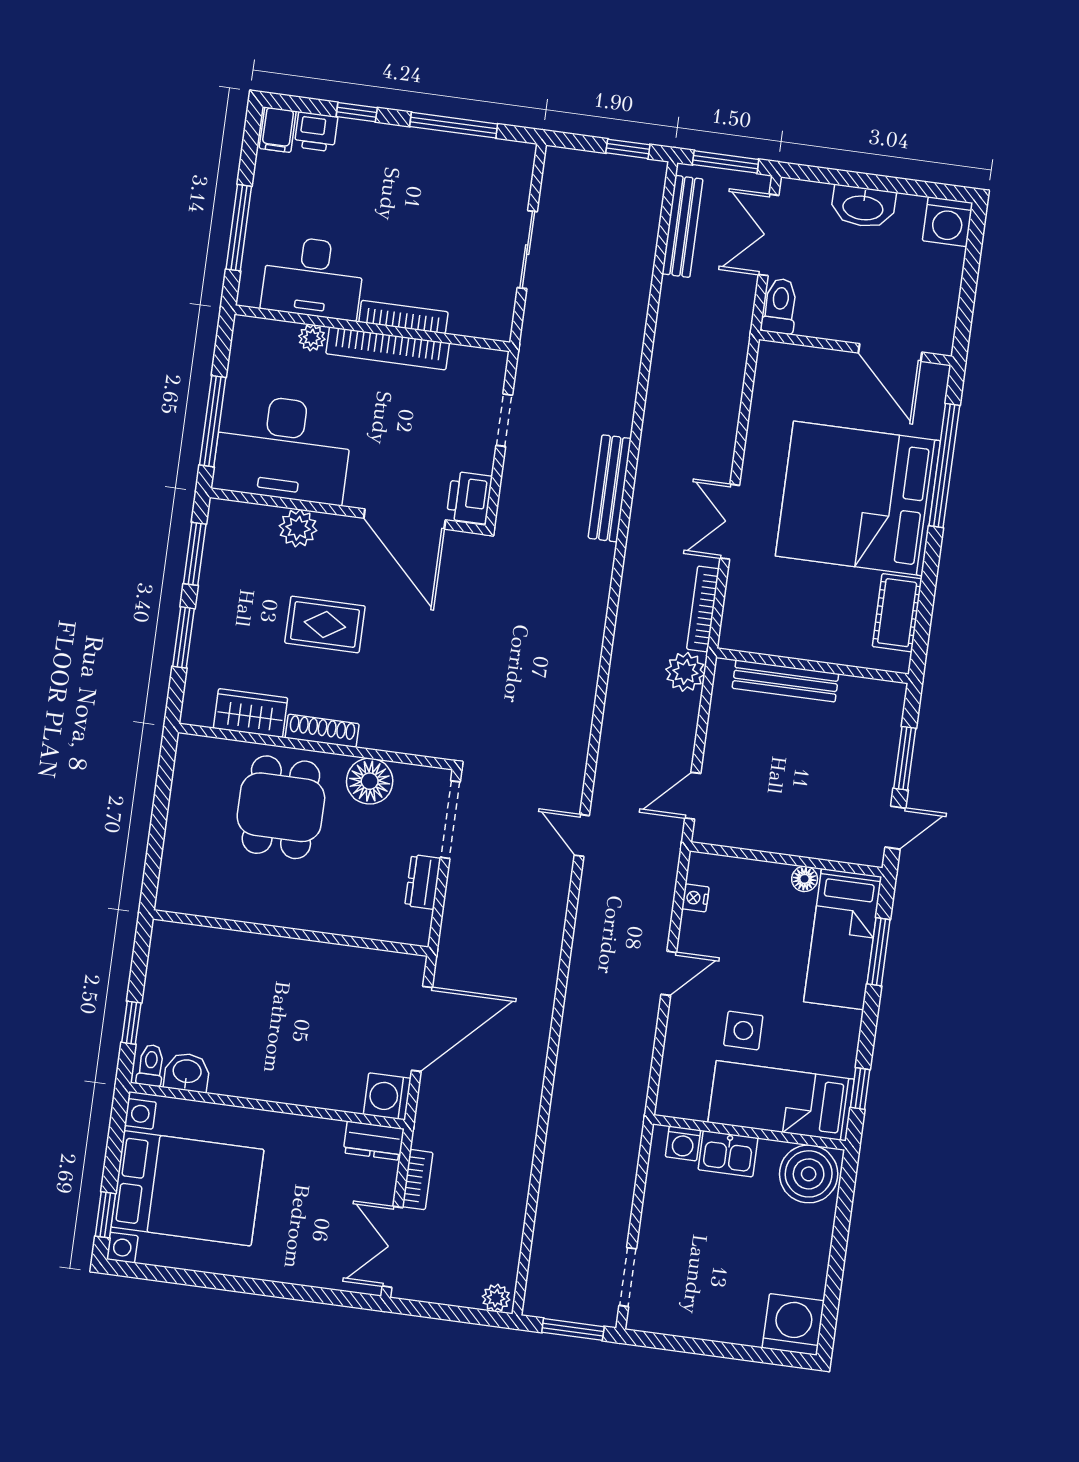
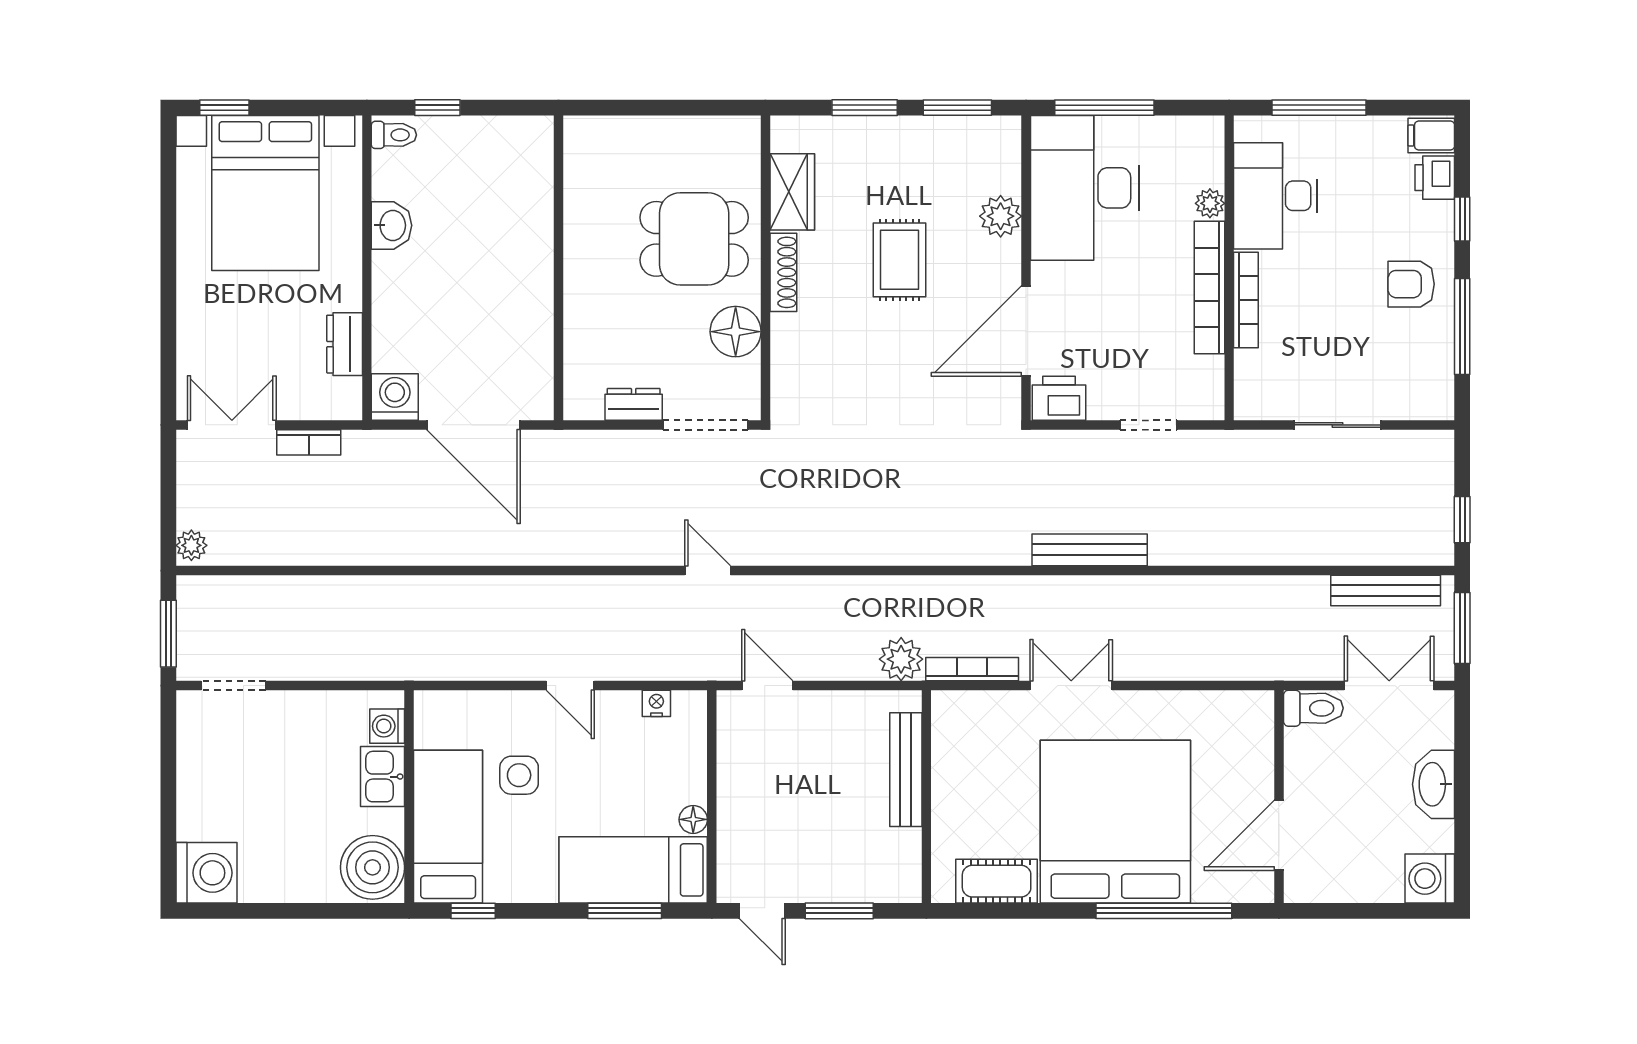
armchair: (409, 166) -> (1411, 284), added
door: (582, 835) -> (708, 571), hinge flipped
washbasin: (187, 1072) -> (392, 225), moved
dresser: (374, 1141) -> (345, 344), moved

